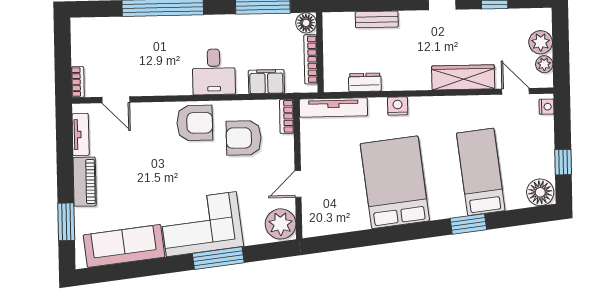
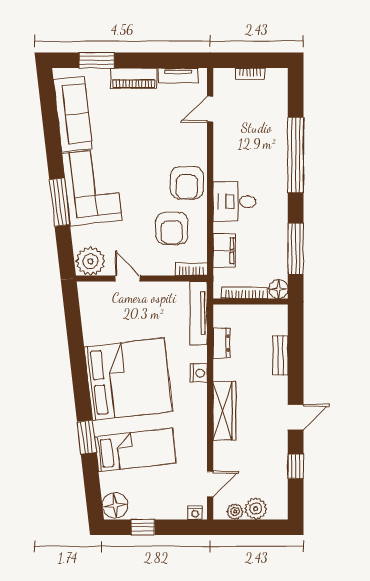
wardrobe: (463, 77) -> (224, 411), moved
bookcase: (78, 82) -> (250, 74), moved
armchair: (244, 138) -> (172, 228), turned 180
bed: (395, 182) -> (128, 379), width x1.36

